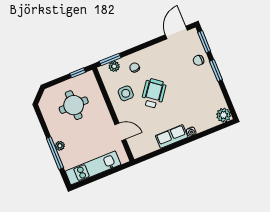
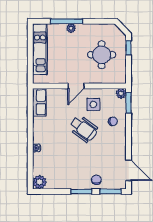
plant: (114, 66) -> (121, 93), moved
window: (78, 73) -> (129, 48), moved
door: (120, 132) -> (76, 86), moved
row of seats: (172, 136) -> (39, 102), moved

